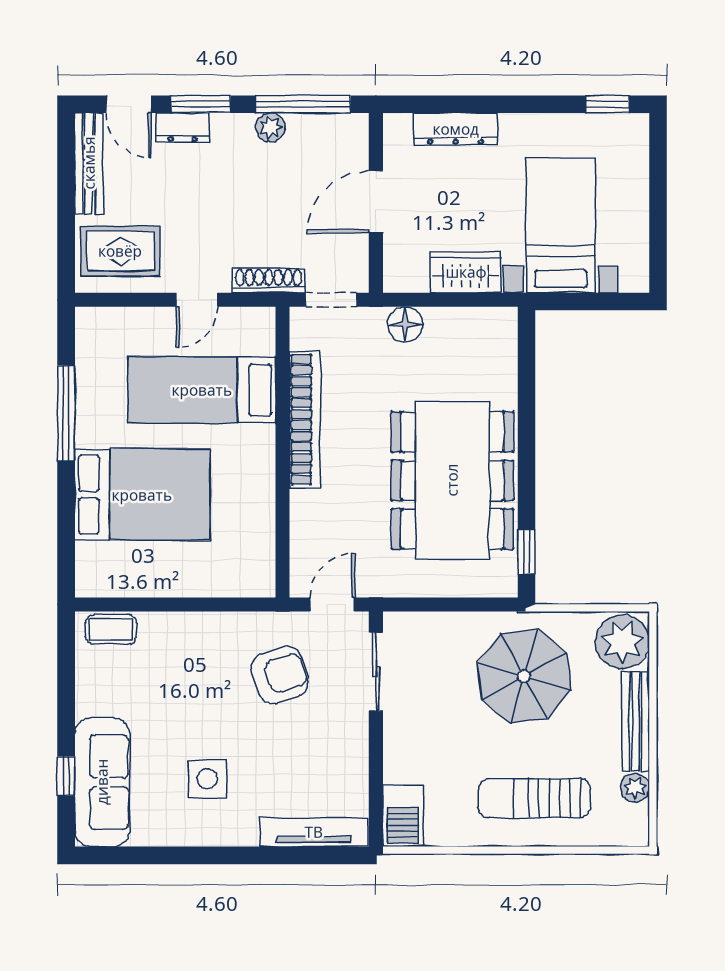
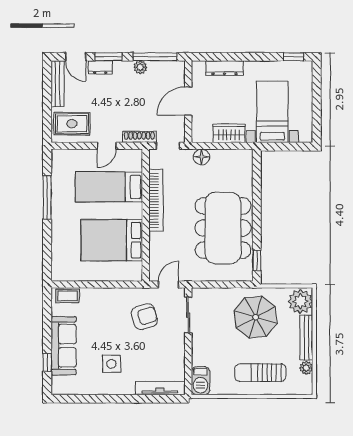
bed: (142, 495) -> (112, 240), moved, turned 180
sofa: (102, 782) -> (64, 346), moved

